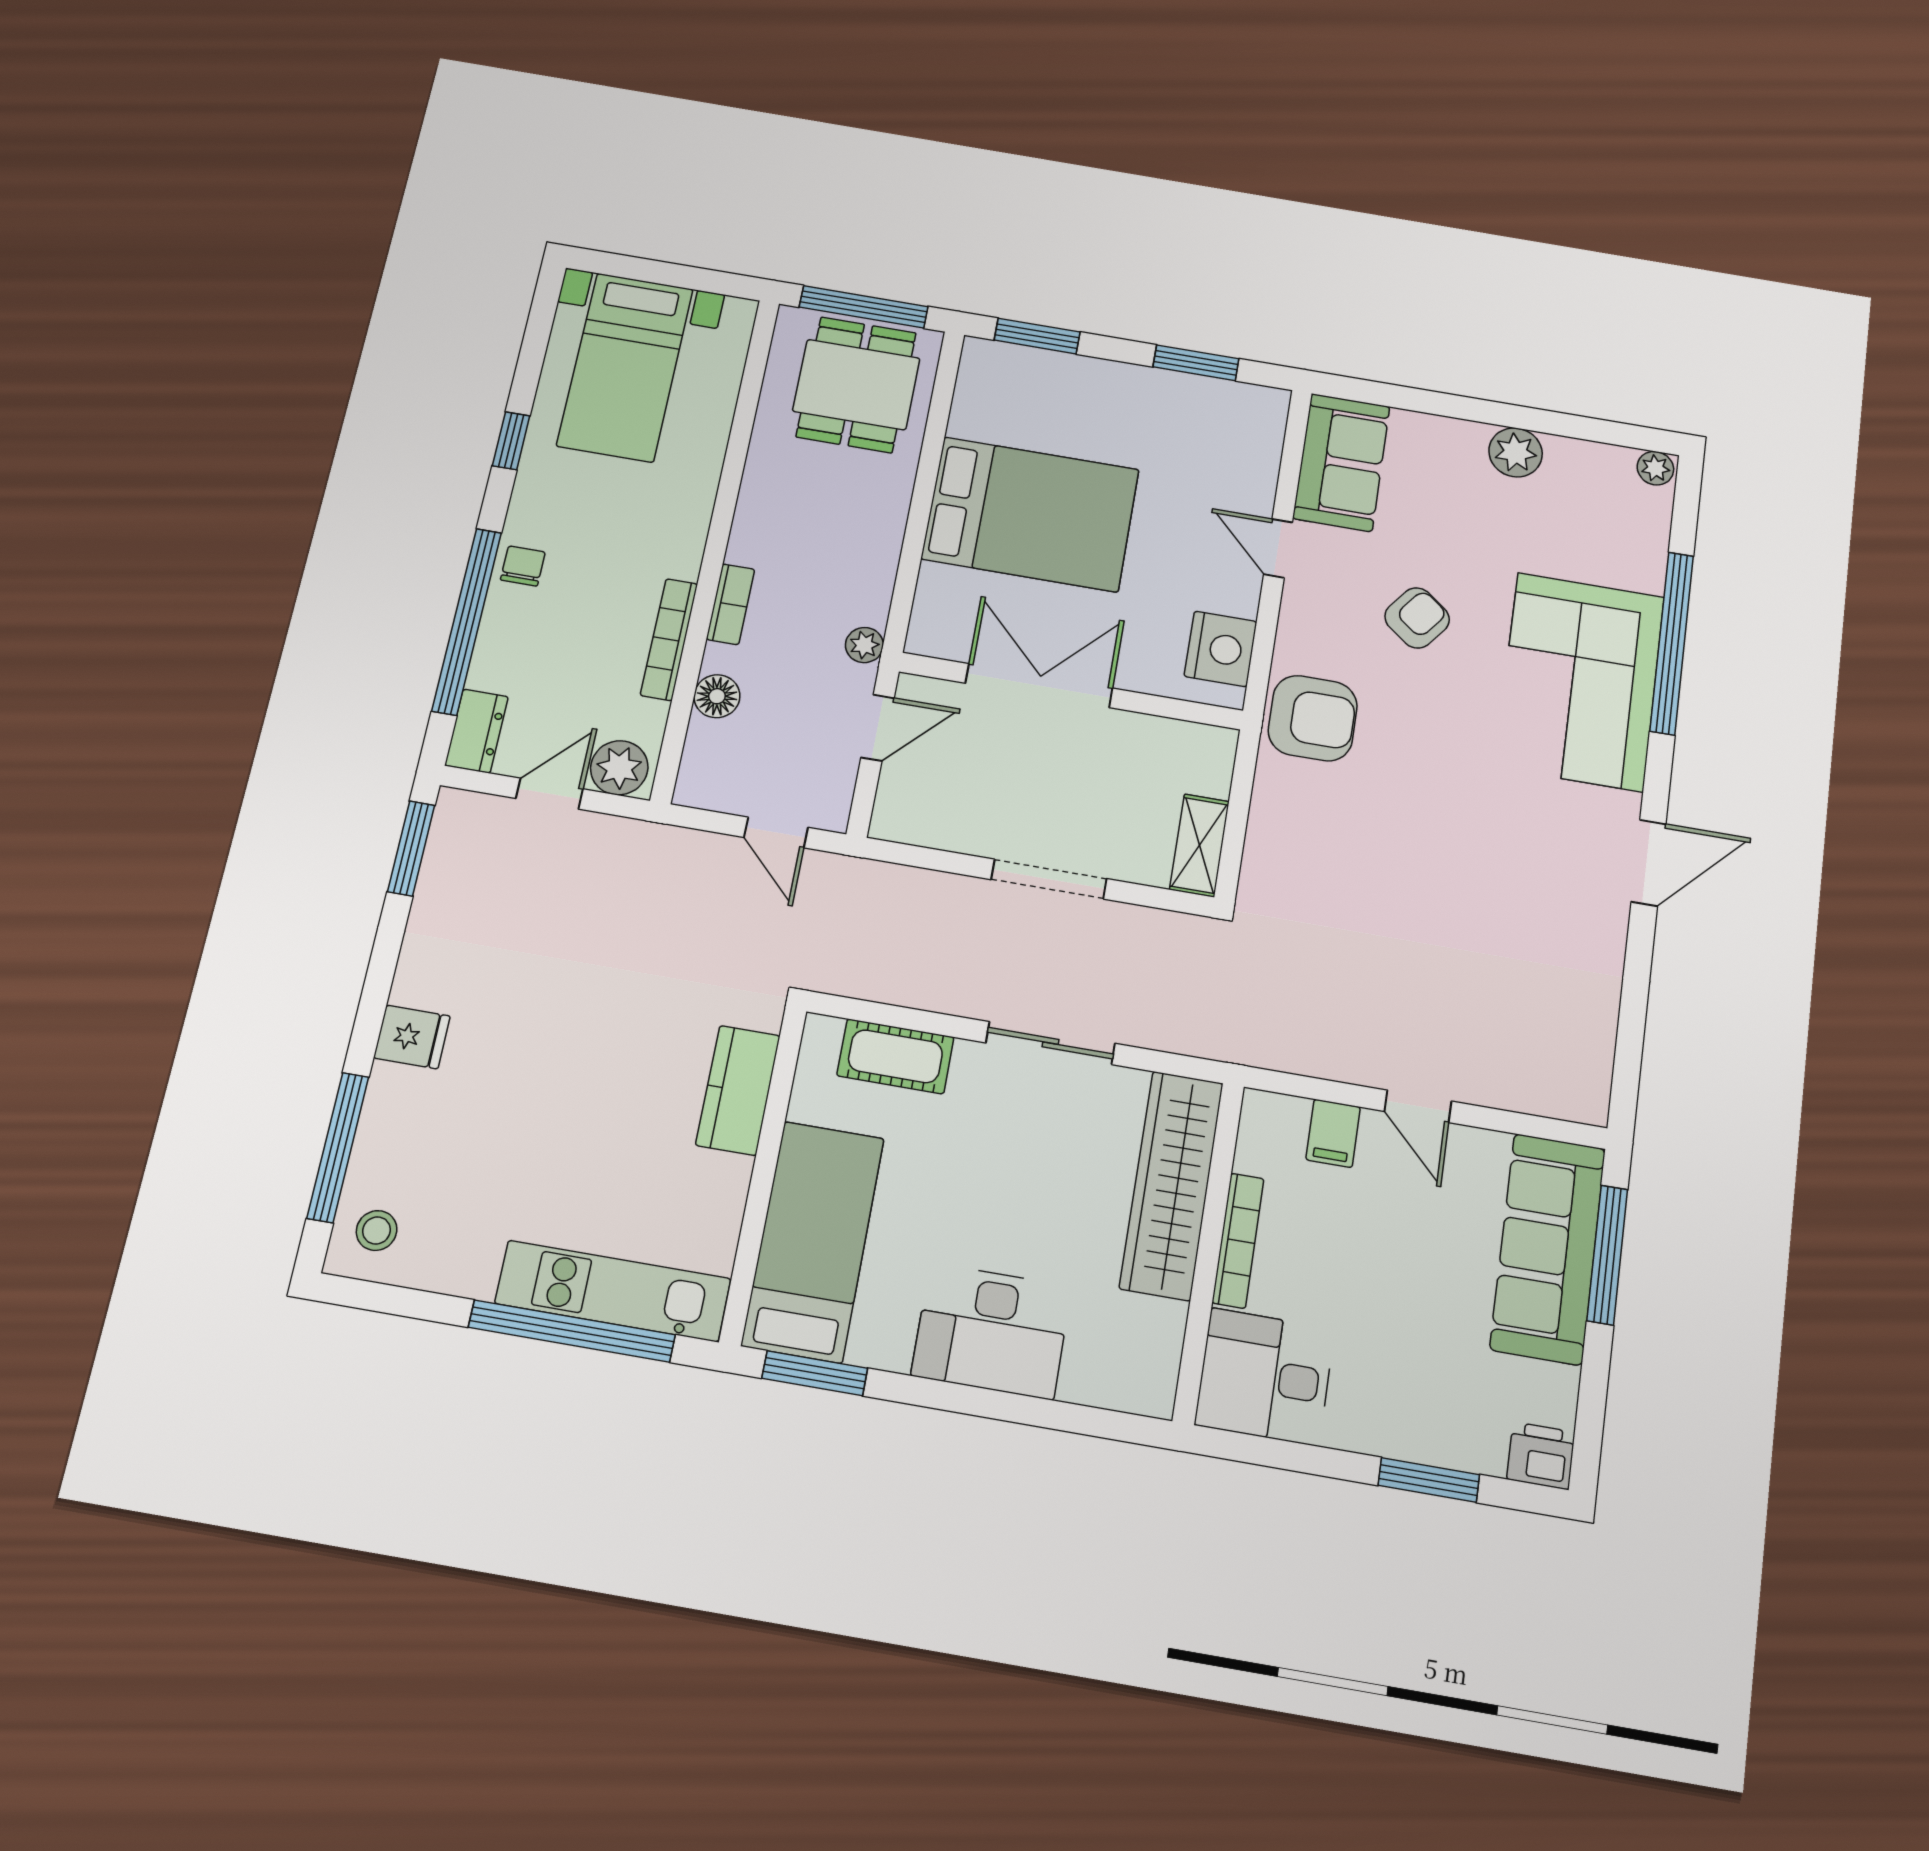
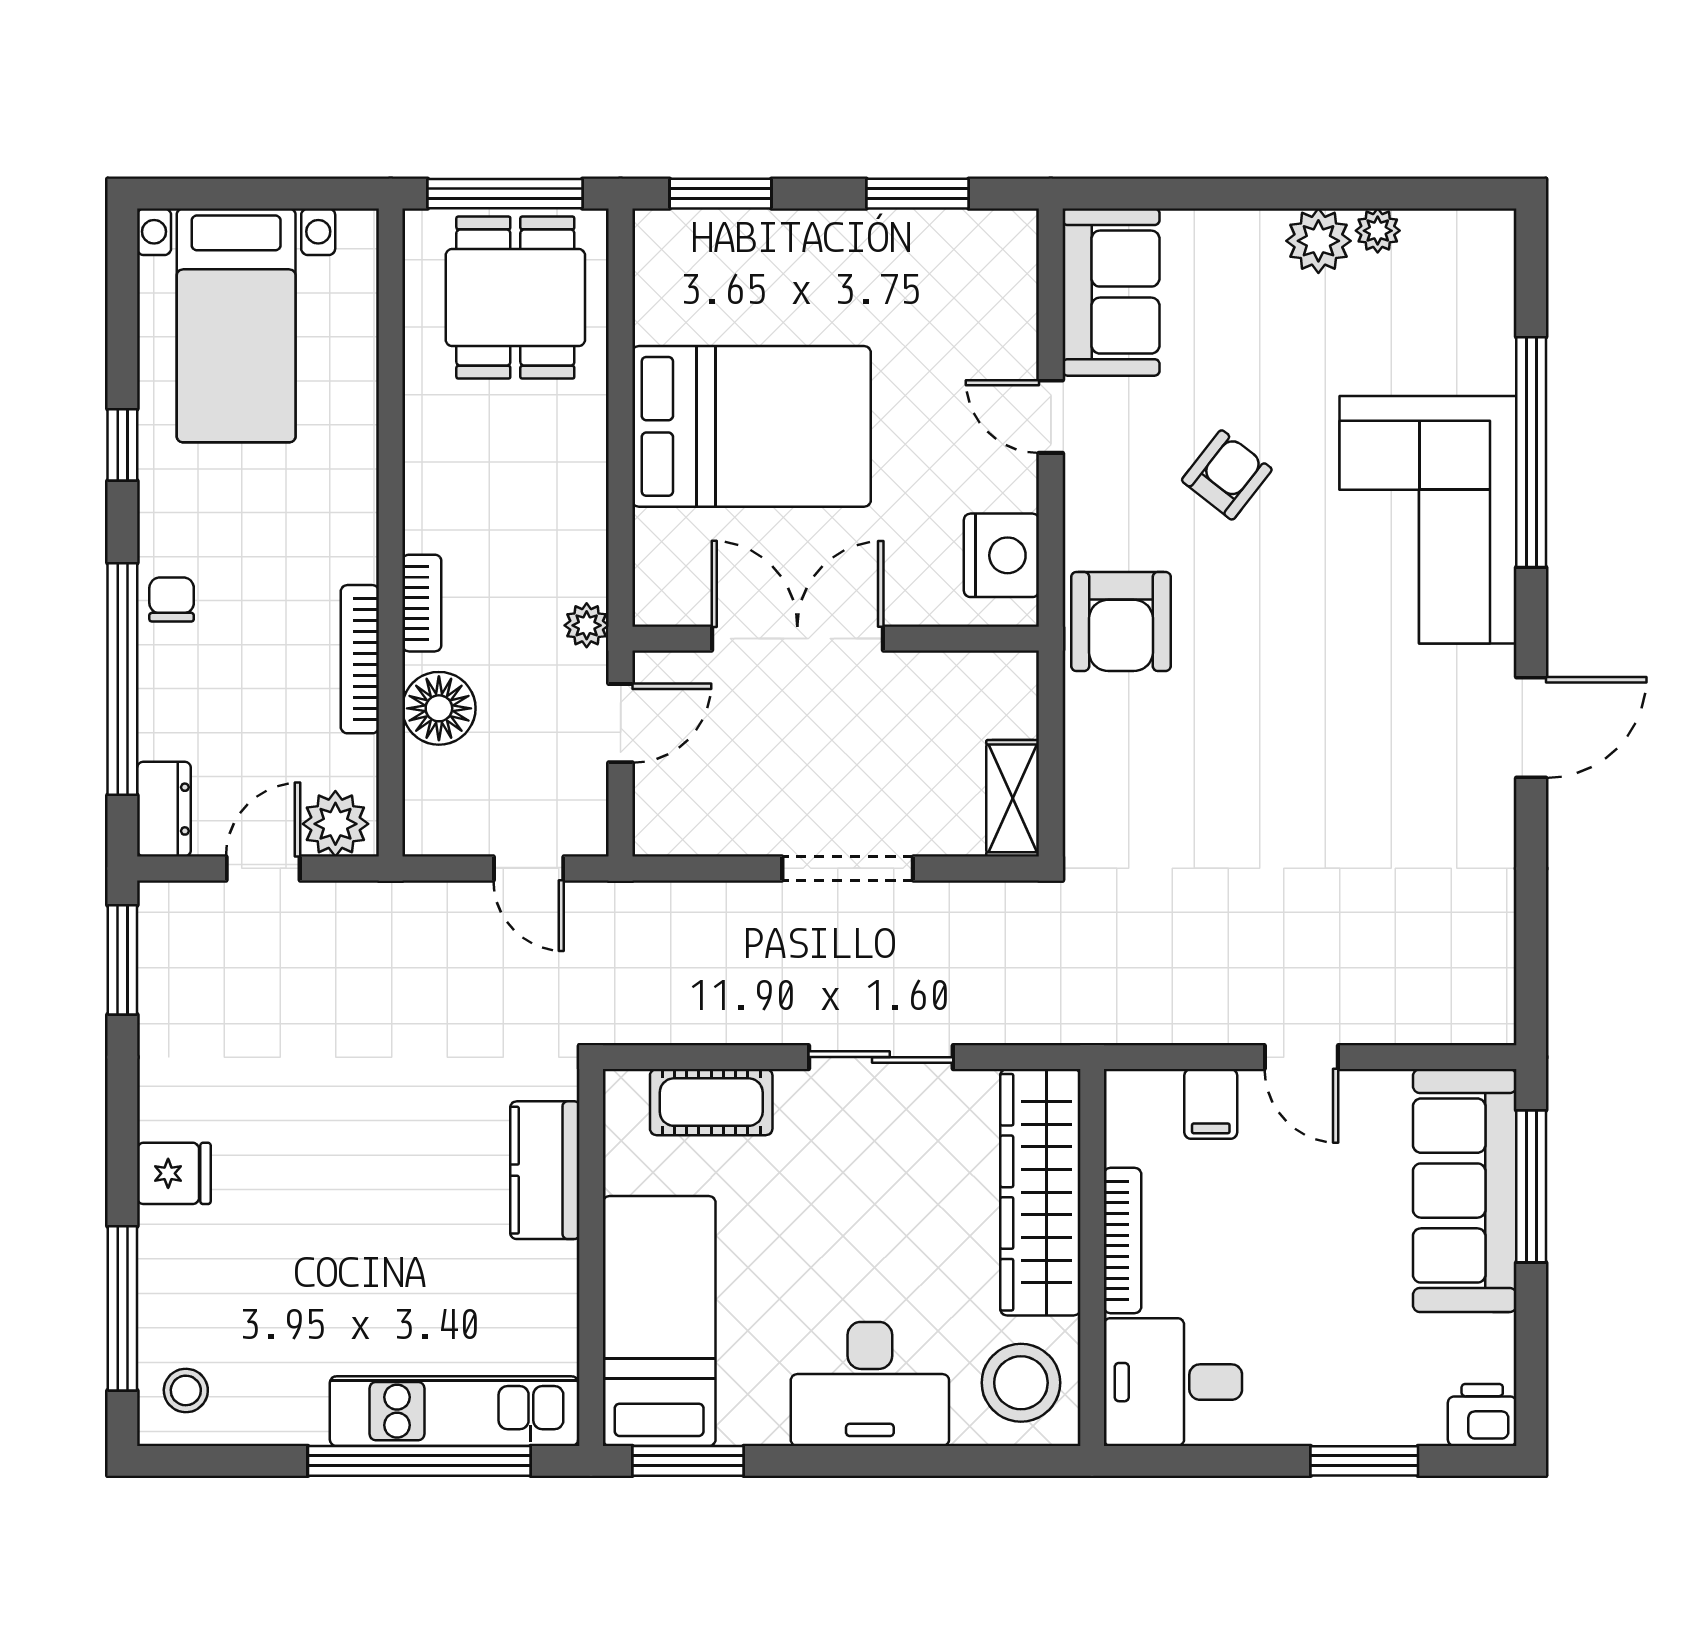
plant: (1655, 468) -> (1378, 231), moved
floor lamp: (717, 696) -> (439, 708), width x1.38, depth x1.38
armchair: (1313, 718) -> (1121, 621), turned 90
stool: (1128, 1354) -> (1021, 1383), added

